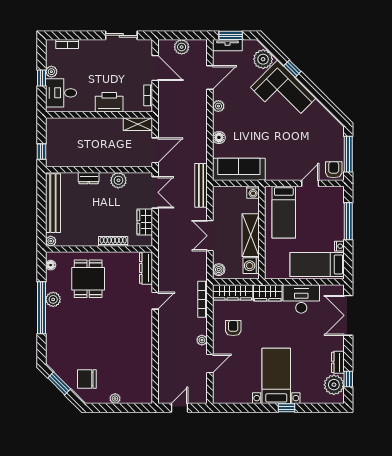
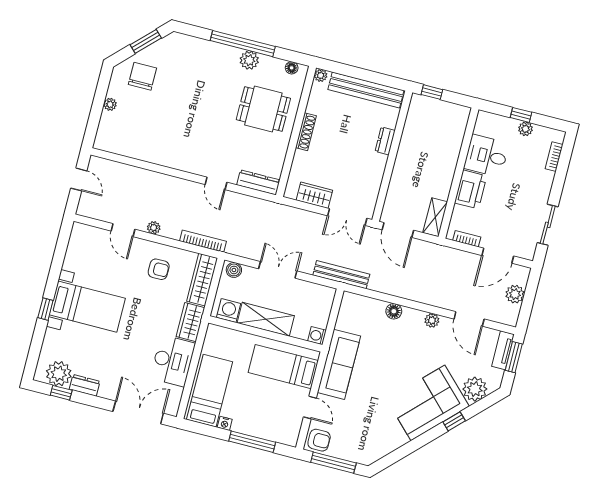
desk: (61, 93) -> (486, 156), moved, turned -90
sofa: (239, 169) -> (339, 364), moved
plant: (118, 180) -> (373, 176), removed
shoe rack: (113, 241) -> (306, 132), moved

